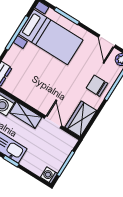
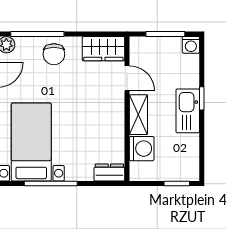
door: (53, 122) -> (127, 78), swing flipped

